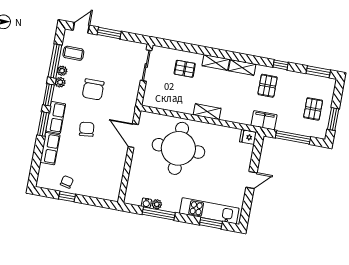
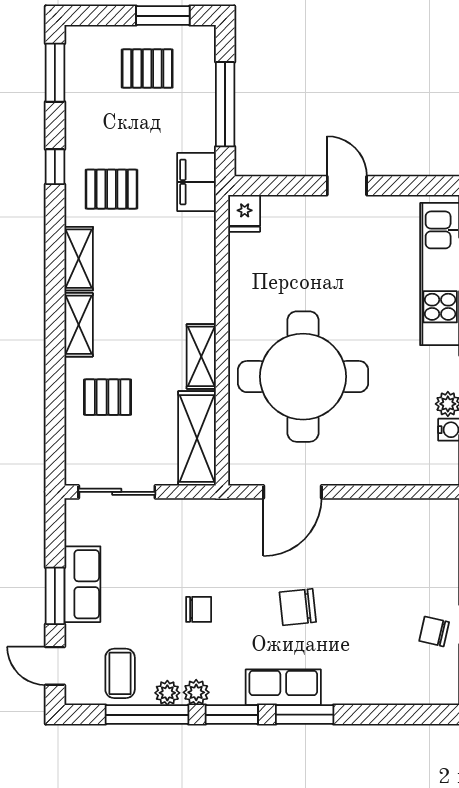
pallet: (185, 69) -> (108, 397), turned 90
chair: (93, 89) -> (199, 609), width x0.54, depth x0.54
shelving: (162, 101) -> (197, 438), added
shelving: (207, 112) -> (201, 356), moved
row of seats: (50, 149) -> (82, 584), moved, turned 90

